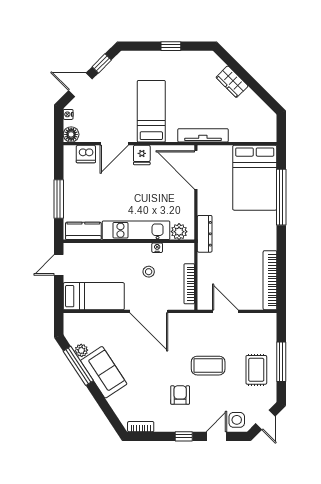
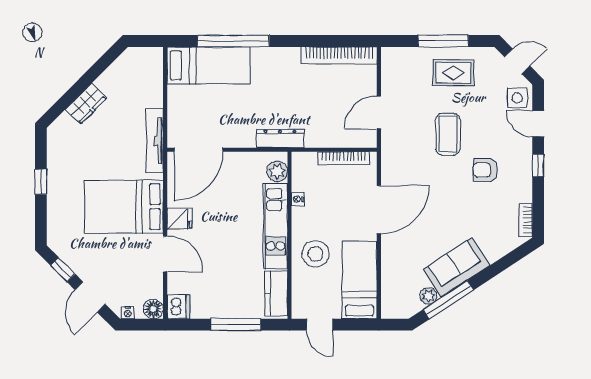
bed: (151, 111) -> (124, 207), width x1.50
dishwasher: (86, 154) -> (178, 307), moved
bed: (255, 178) -> (209, 65), width x0.67
stool: (149, 272) -> (316, 254), moved, width x1.89, depth x1.89

